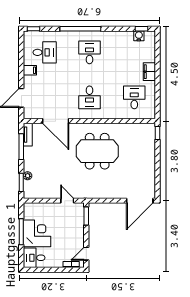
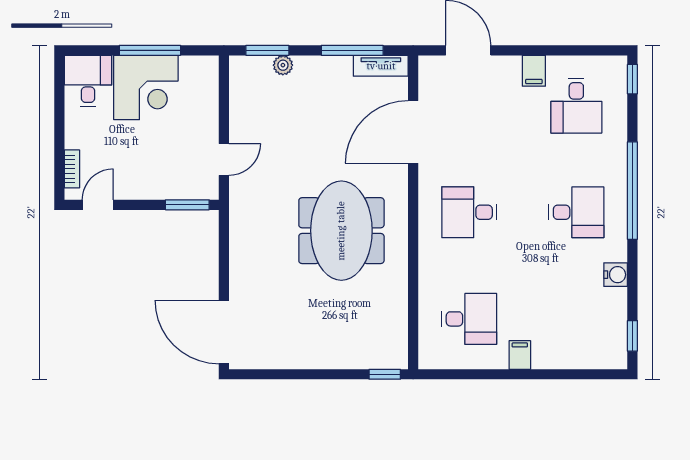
water cooler: (139, 36) -> (616, 275), moved
filing cabinet: (149, 72) -> (520, 355), width x0.50
door: (86, 254) -> (98, 205), hinge flipped

